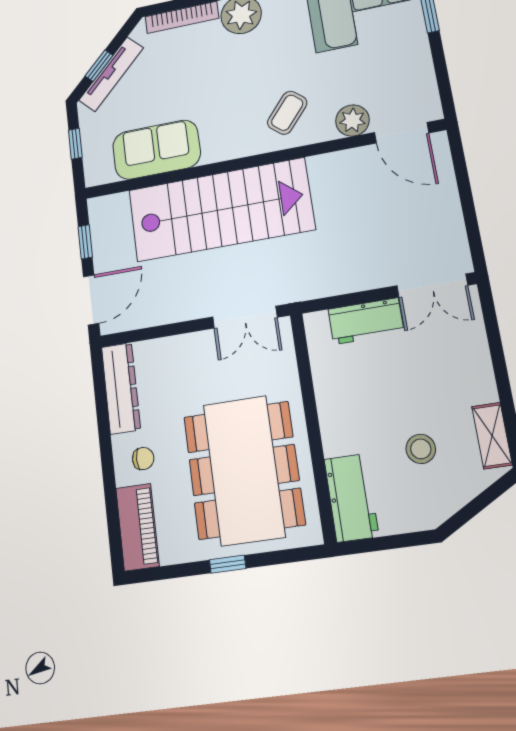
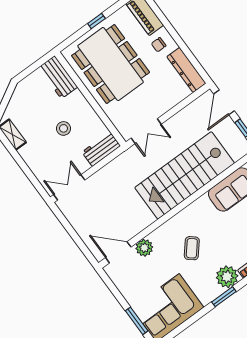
coffee table: (287, 113) -> (192, 248), moved
double door: (245, 317) -> (146, 131), swing flipped
workbench: (366, 321) -> (101, 149), moved
stool: (421, 449) -> (64, 128), moved

